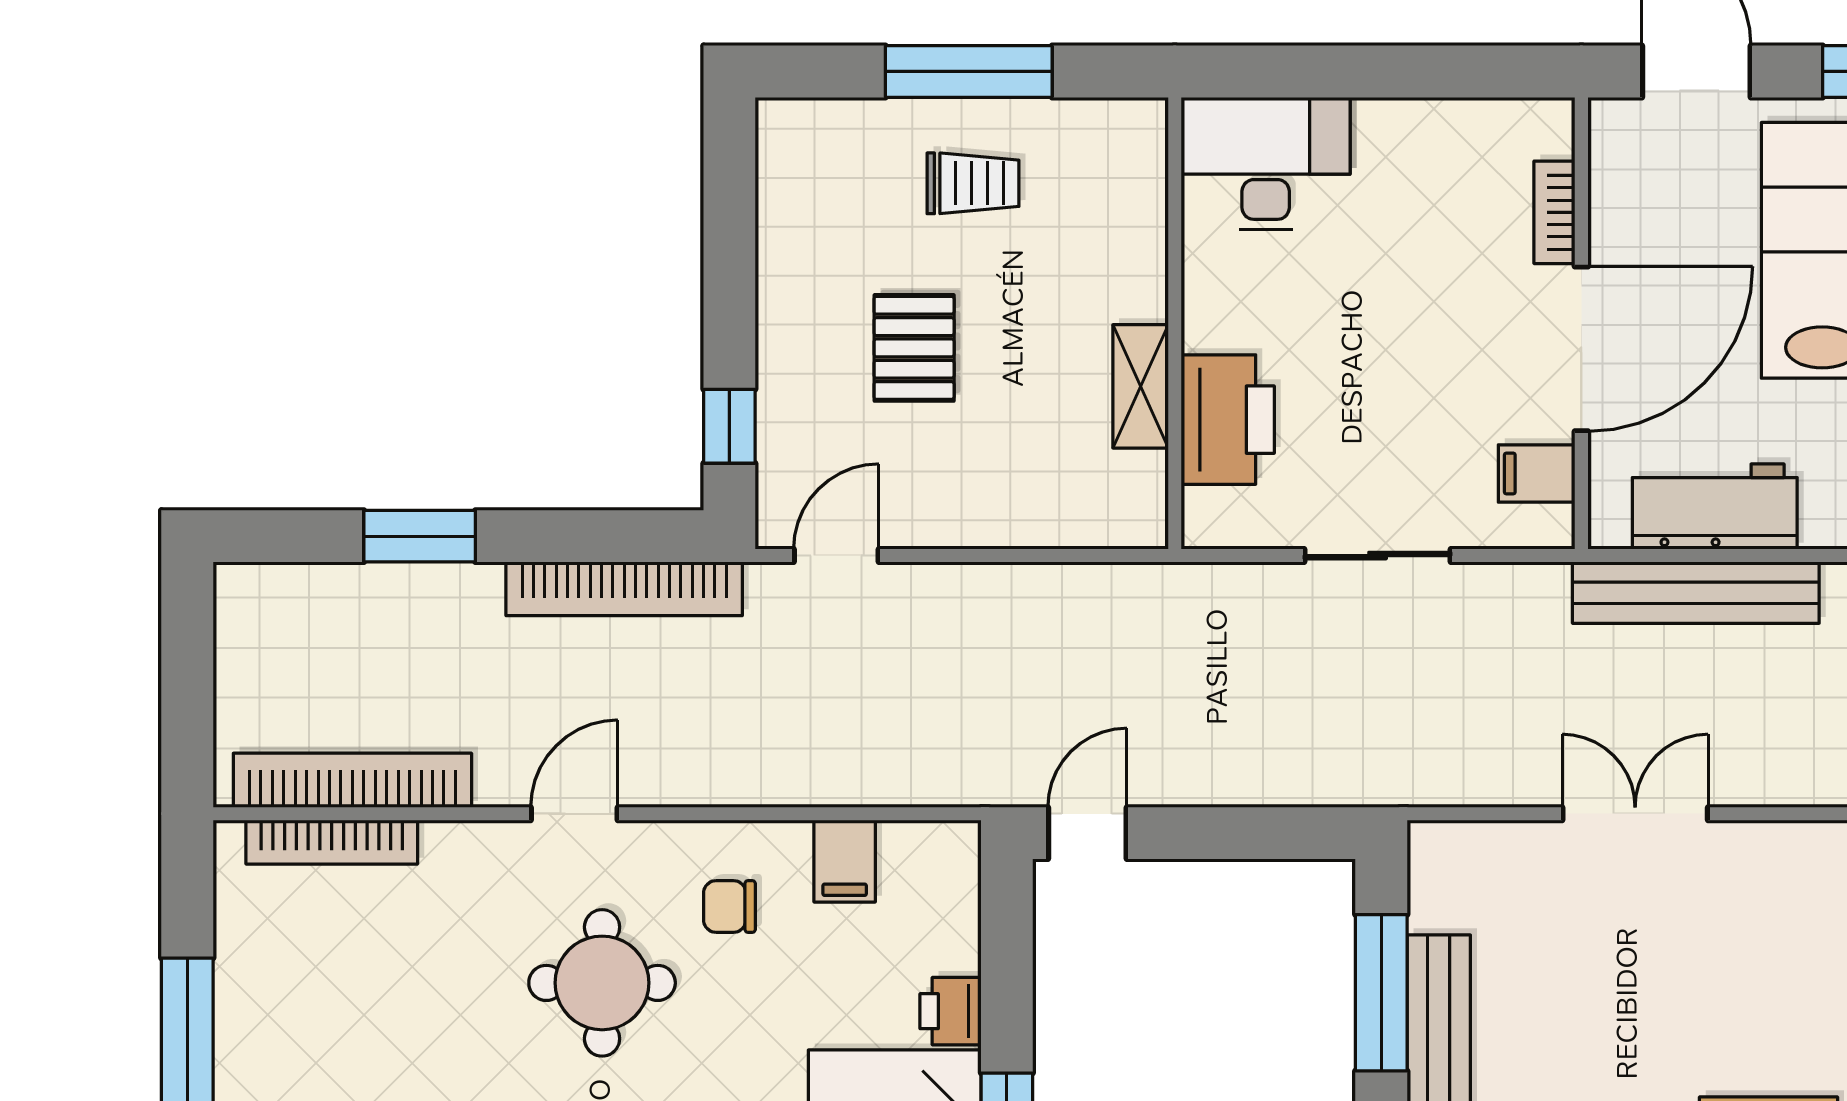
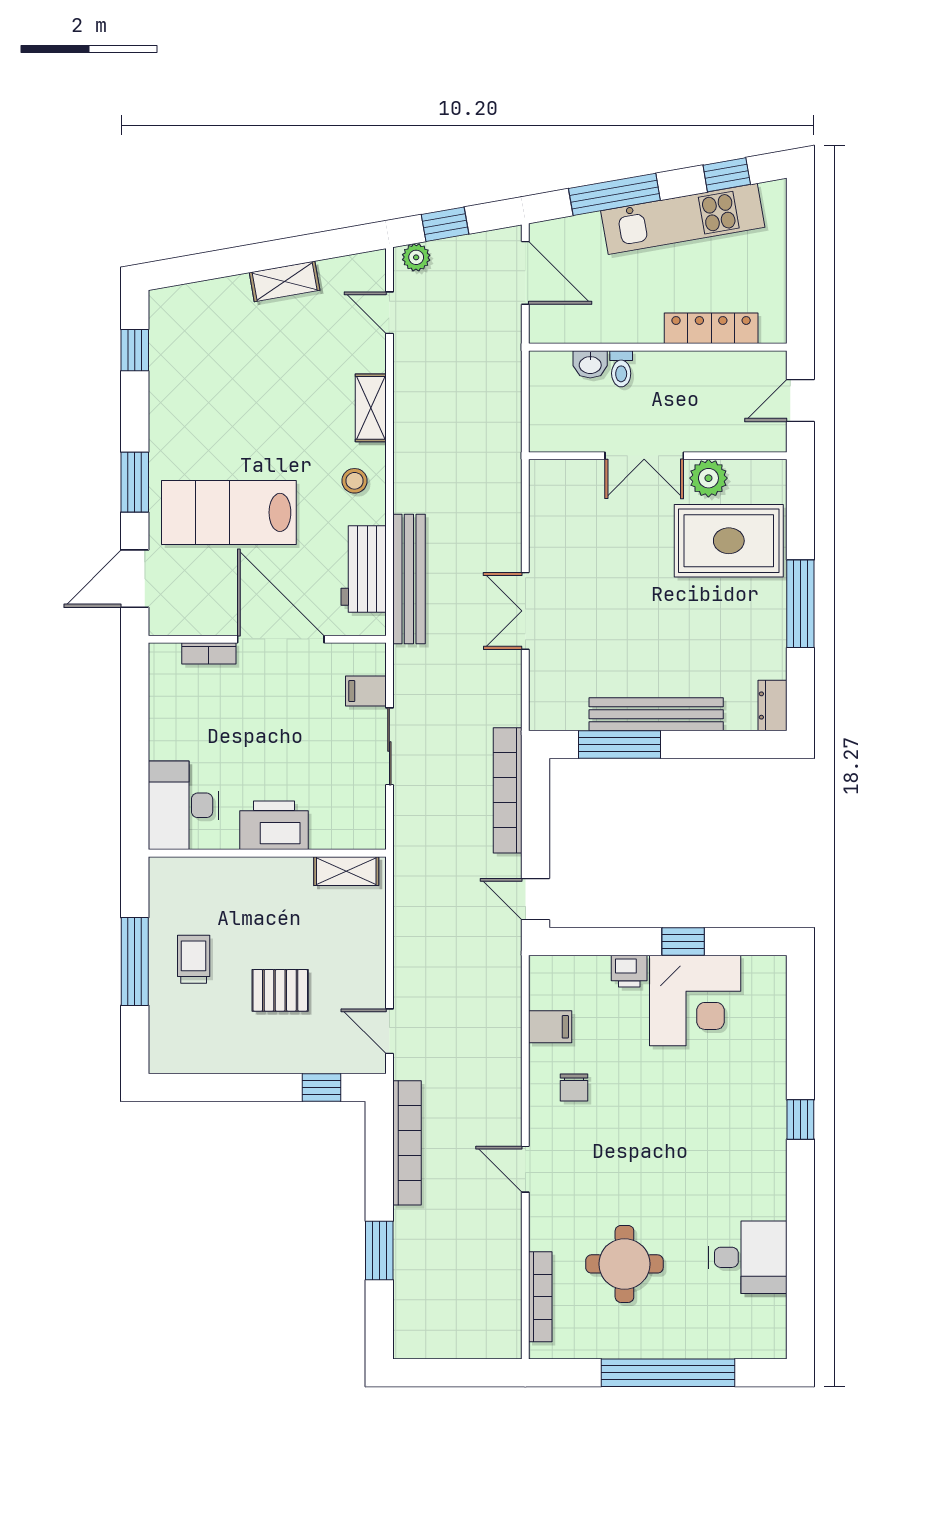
shelving: (1141, 386) -> (346, 871), moved
printer: (1228, 420) -> (274, 825), moved
filing cabinet: (1537, 473) -> (366, 691), moved, turned 90
bookcase: (352, 780) -> (508, 790), moved
round table: (602, 983) -> (624, 1264), moved

